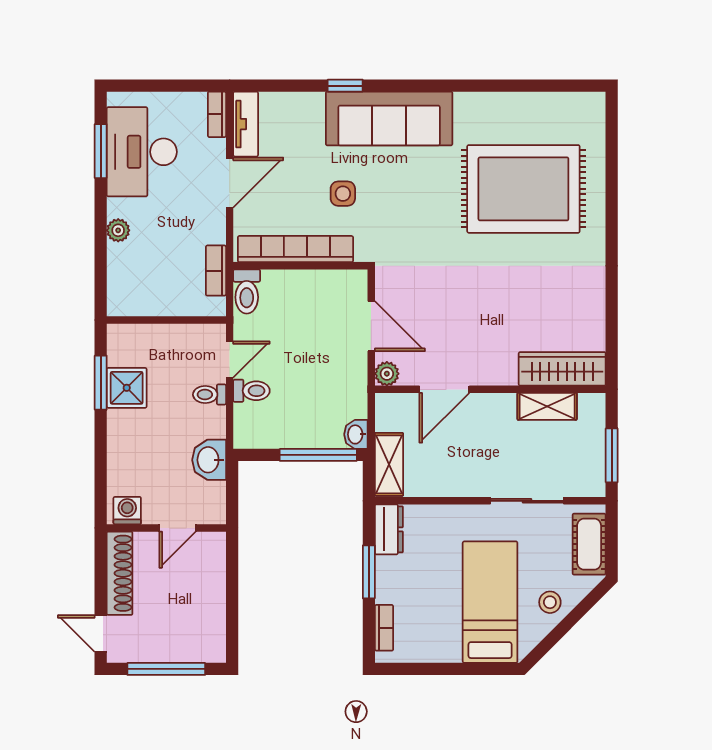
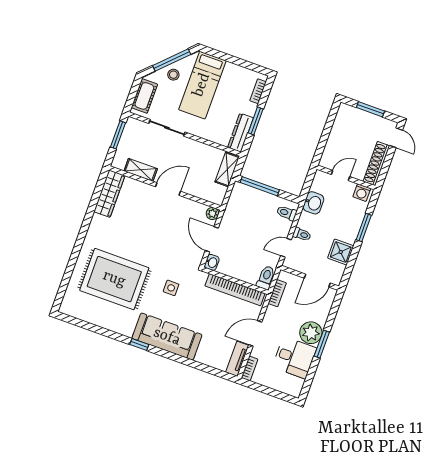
window: (345, 86) -> (139, 345), moved
window: (101, 151) -> (322, 344), moved
desk: (142, 152) -> (294, 358), width x0.73
side table: (343, 194) -> (171, 288), moved
plant: (118, 230) -> (311, 333), width x1.87, depth x1.87
door: (151, 320) -> (317, 281), added
wardrobe: (562, 369) -> (109, 194), moved, turned -90
window: (101, 383) -> (364, 227), moved
door: (444, 389) -> (168, 189), moved
toilet: (251, 391) -> (287, 213), moved
washbasin: (356, 434) -> (212, 262), moved
dresser: (389, 529) -> (240, 133), width x1.44
window: (563, 628) -> (172, 60), added
window: (166, 669) -> (370, 109), width x0.69

